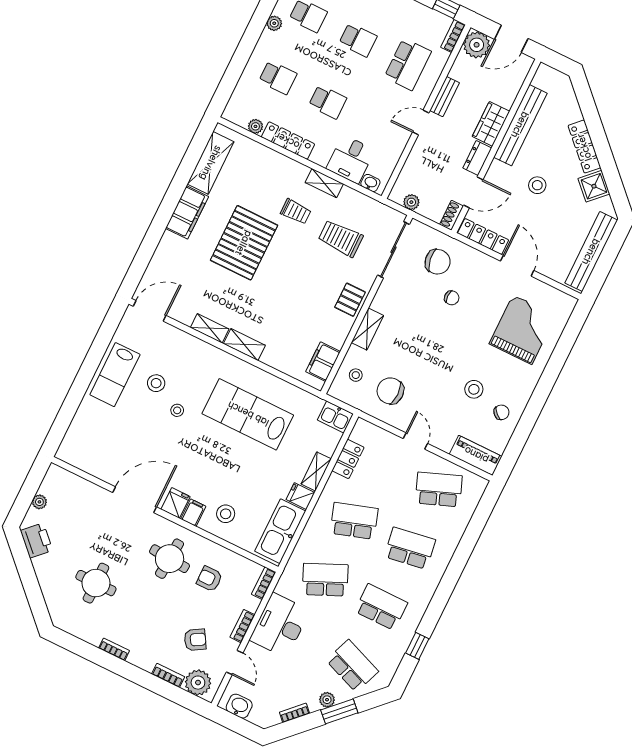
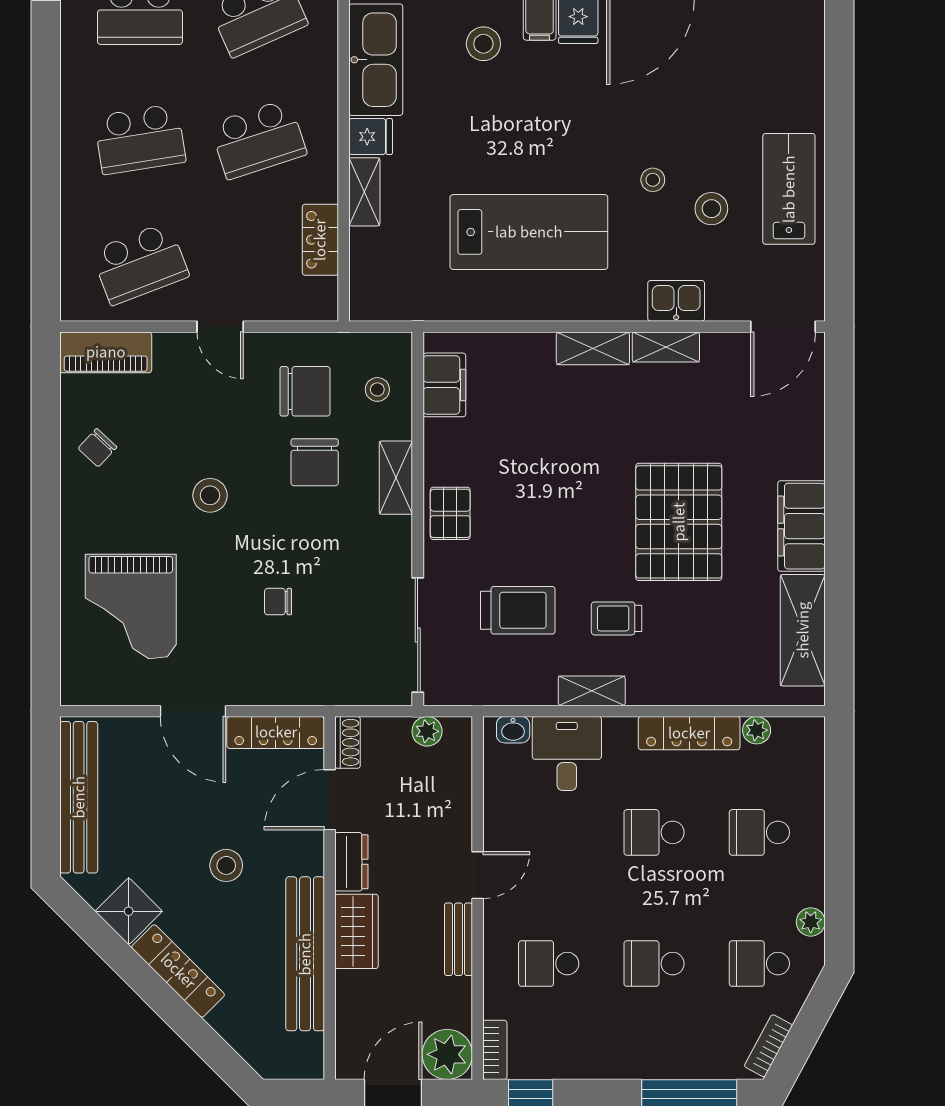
school desk: (408, 64) -> (549, 964), width x0.54
chair: (438, 262) -> (315, 462), moved, turned -81
stool: (474, 389) -> (210, 495), moved
kitchen sink: (335, 417) -> (676, 301), moved

